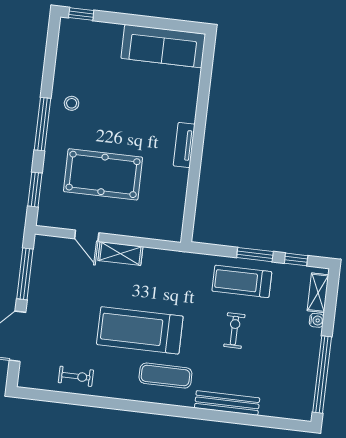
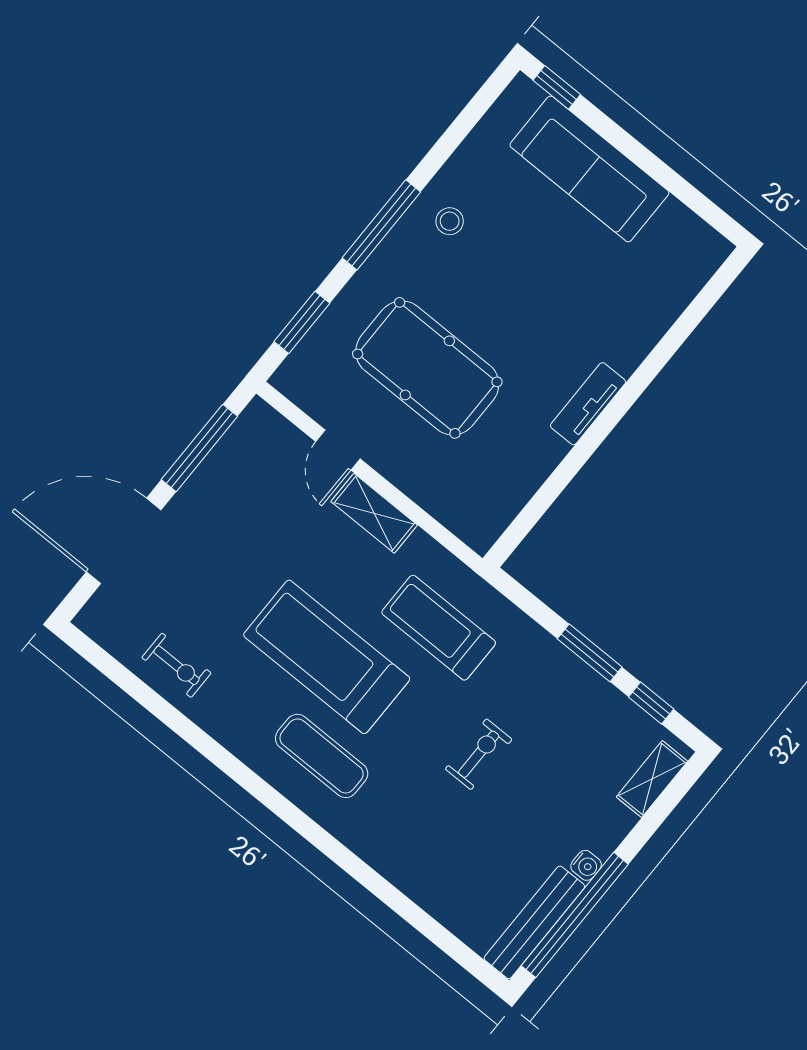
sofa: (163, 46) -> (589, 169), moved
treadmill: (242, 281) -> (439, 628), moved
water cooler: (317, 320) -> (586, 865), moved
bench: (227, 403) -> (534, 922), moved, turned 90

